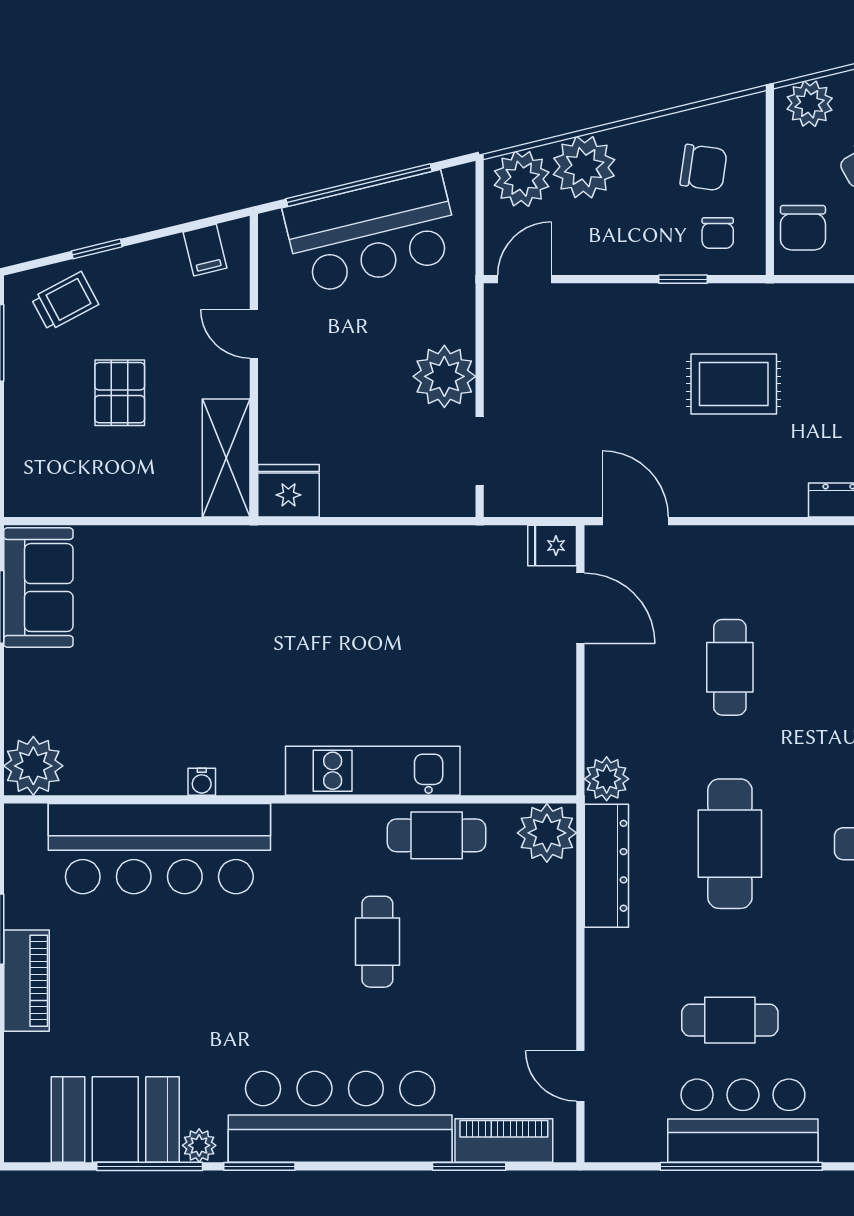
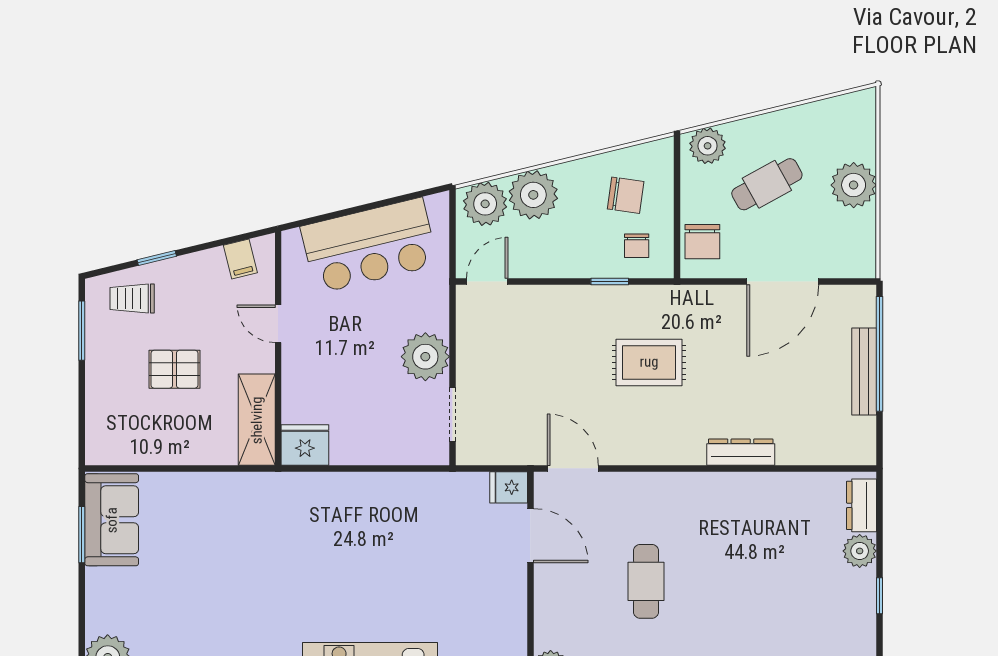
window: (359, 185) -> (359, 209), removed
trolley: (65, 301) -> (132, 299), turned -152
pallet: (120, 393) -> (174, 369), turned 90

